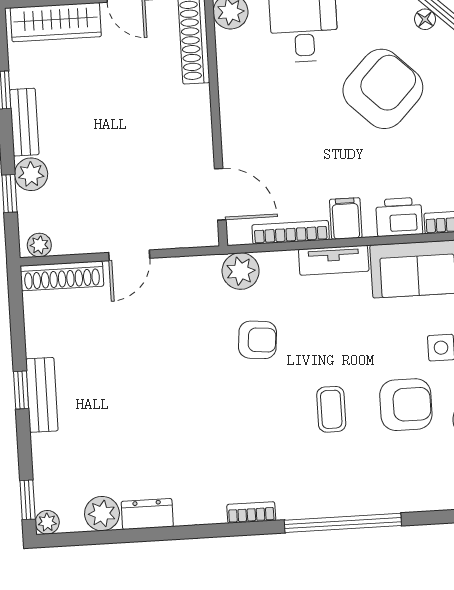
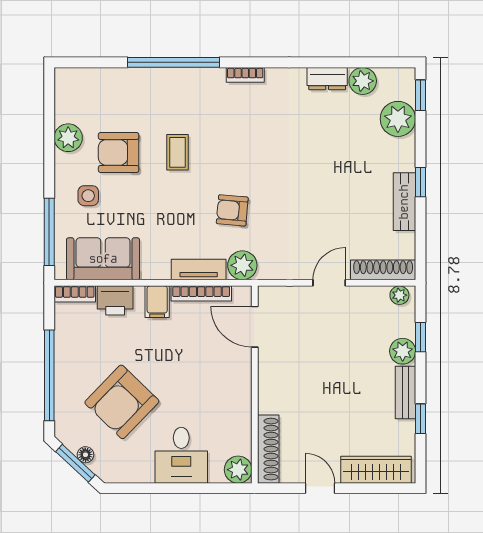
tv unit: (334, 260) -> (199, 269), moved
bench: (42, 395) -> (404, 202), moved
plant: (47, 522) -> (398, 119), moved, width x1.88, depth x1.88

